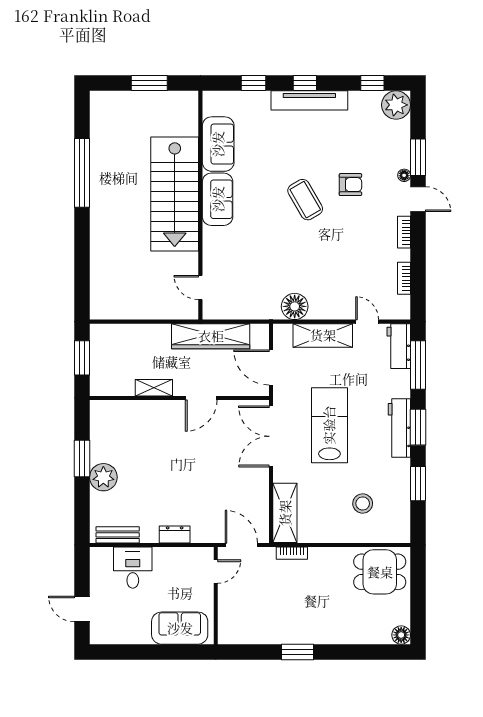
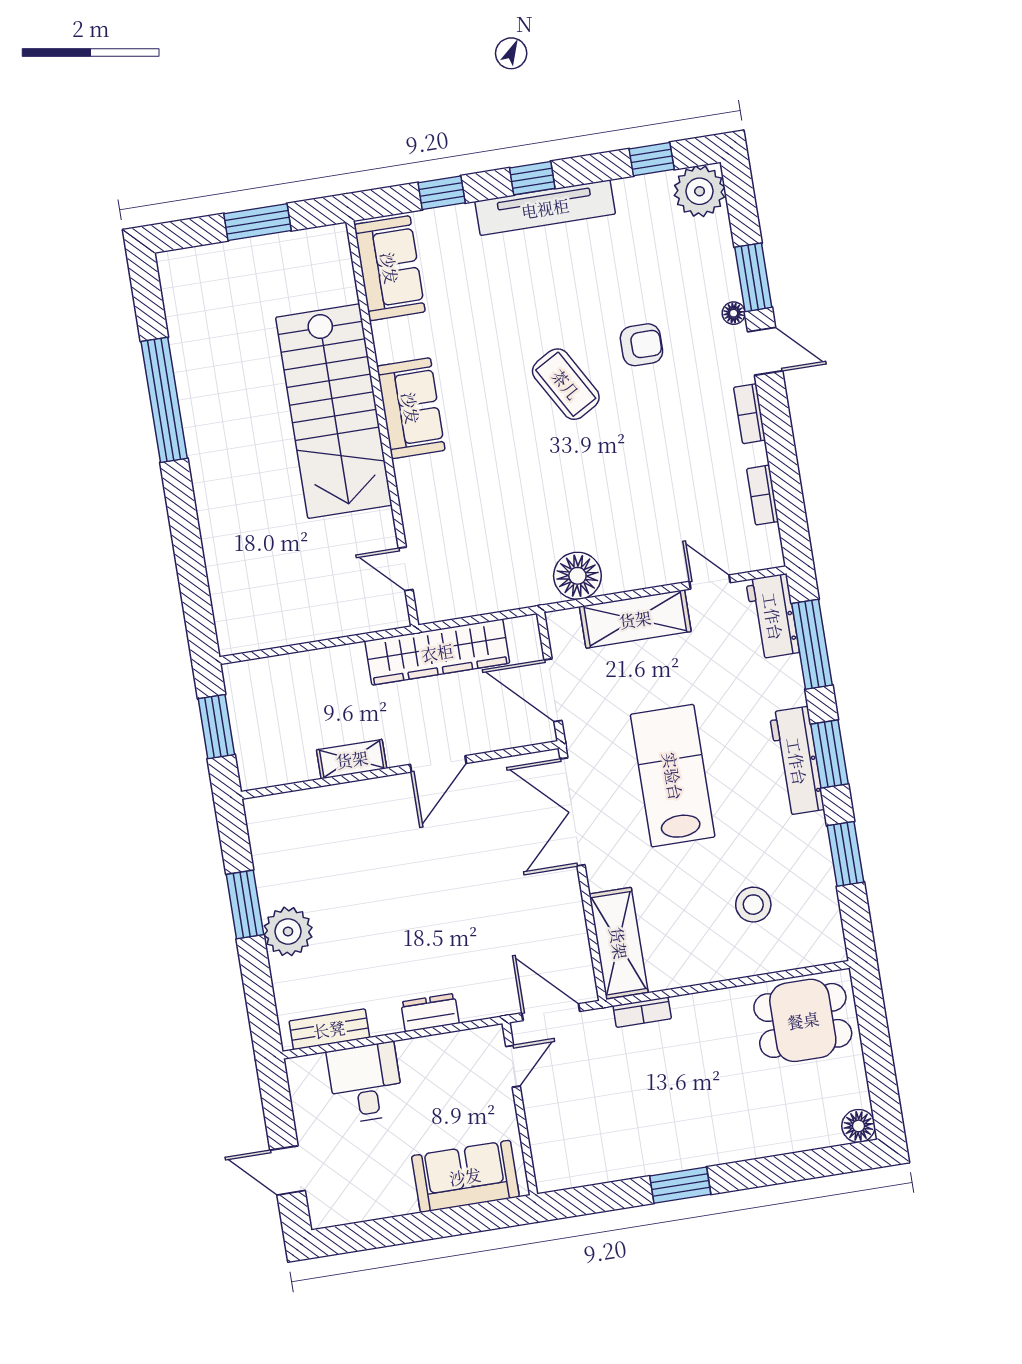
sofa: (218, 144) -> (390, 268), moved

